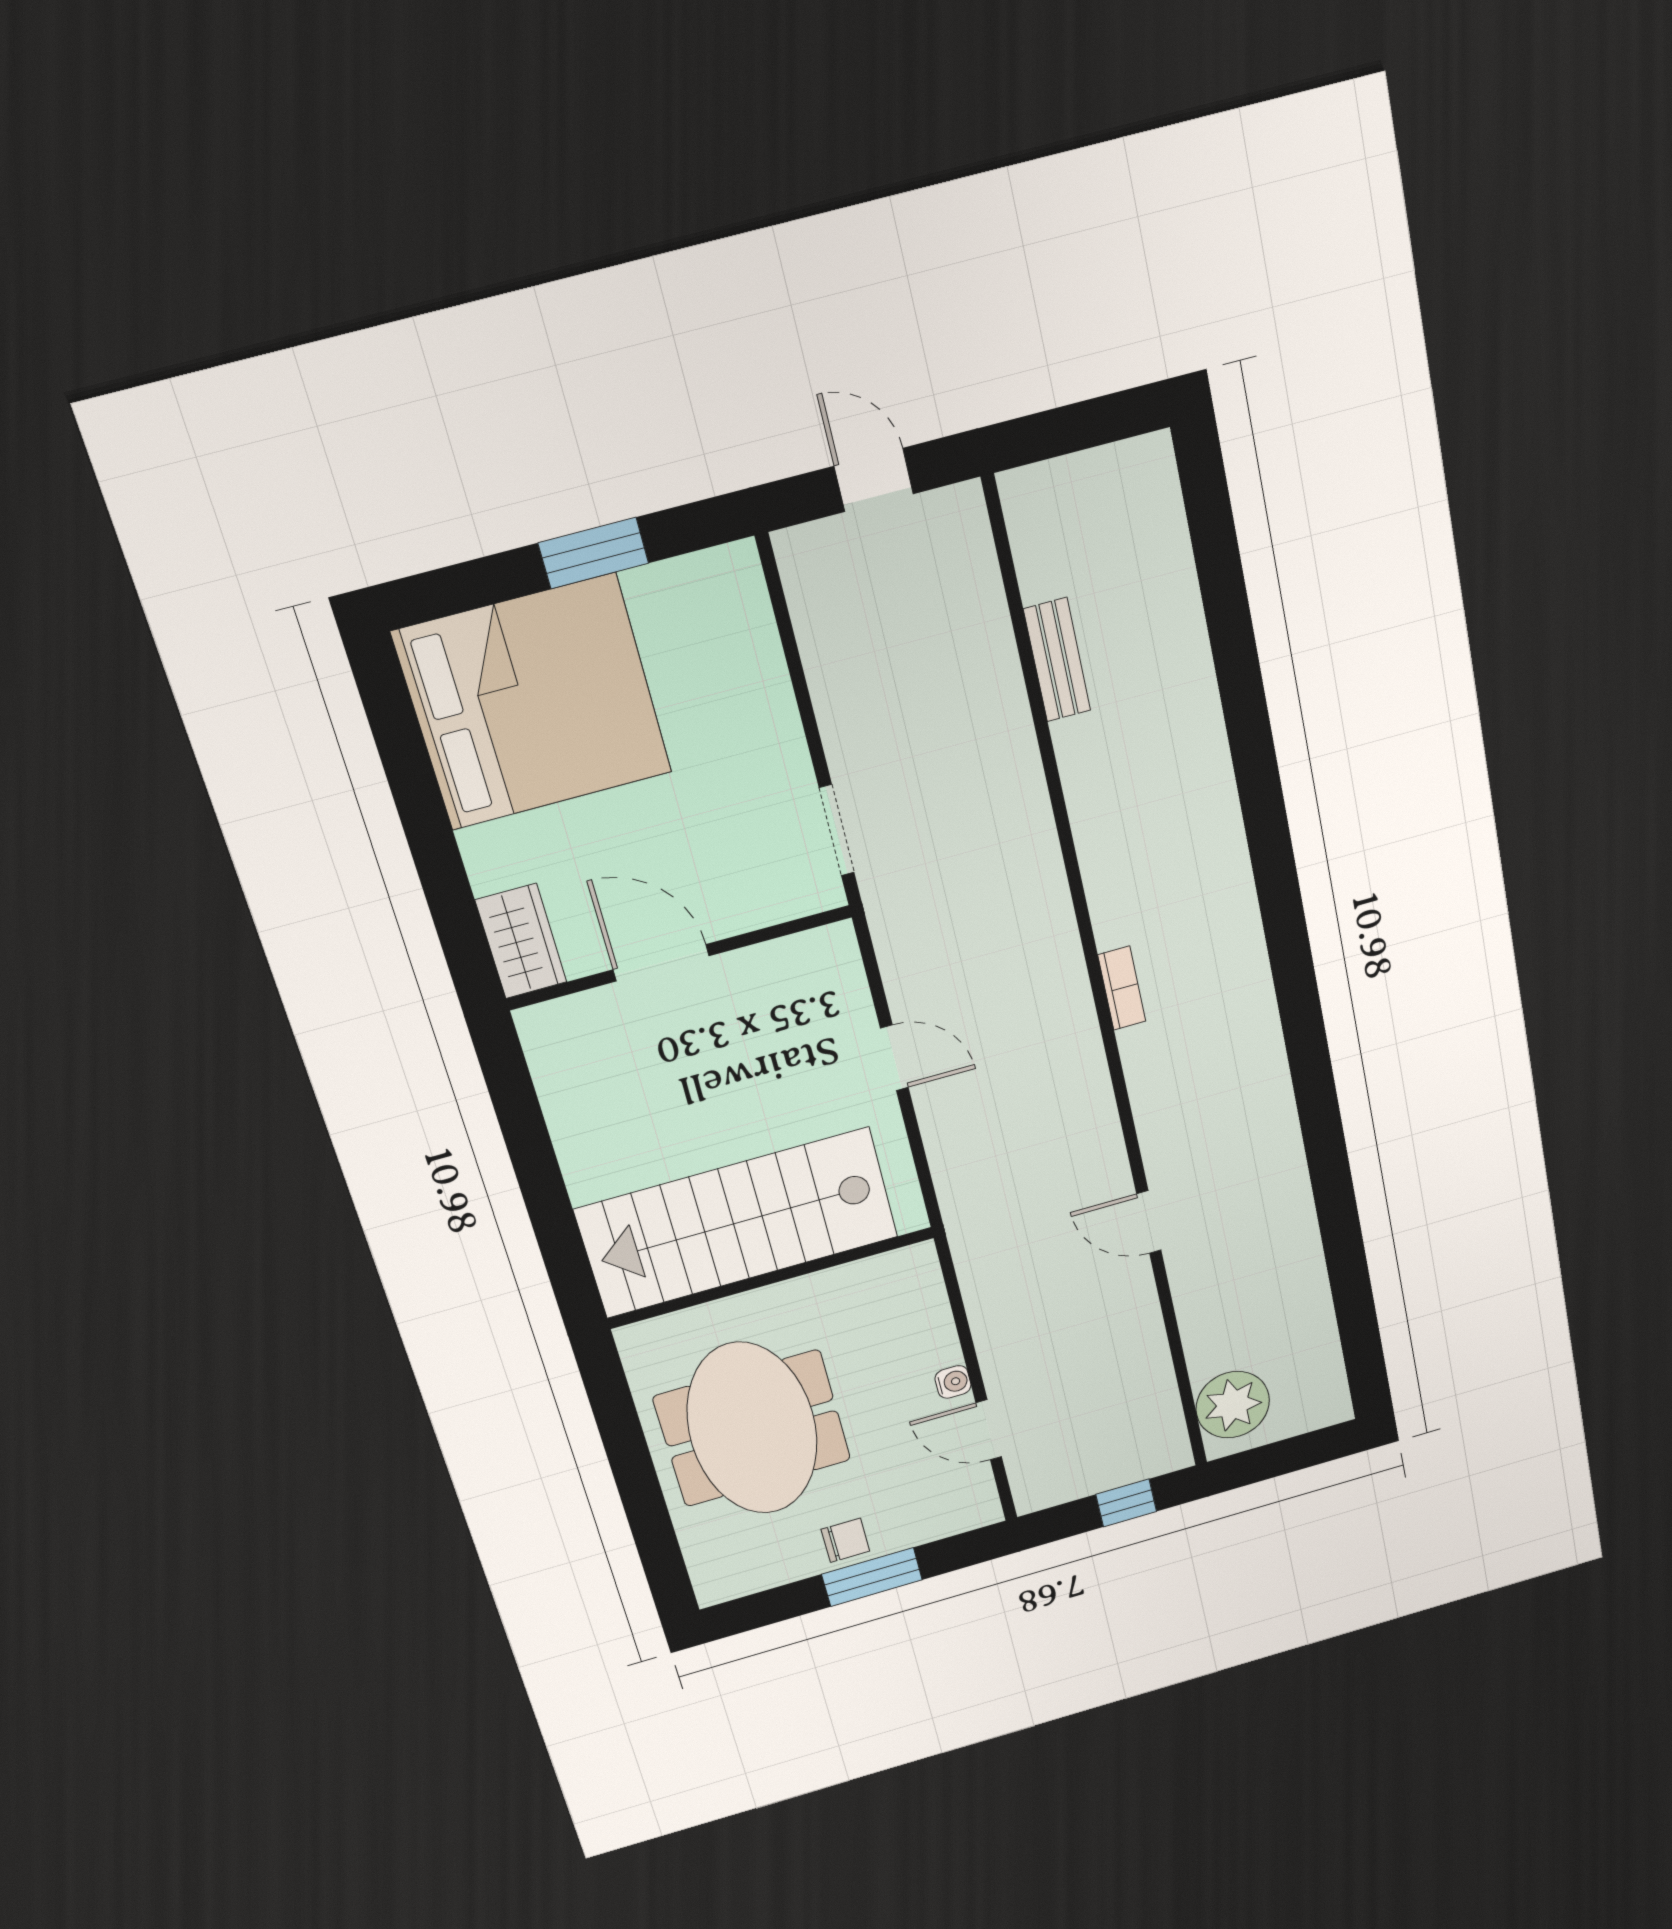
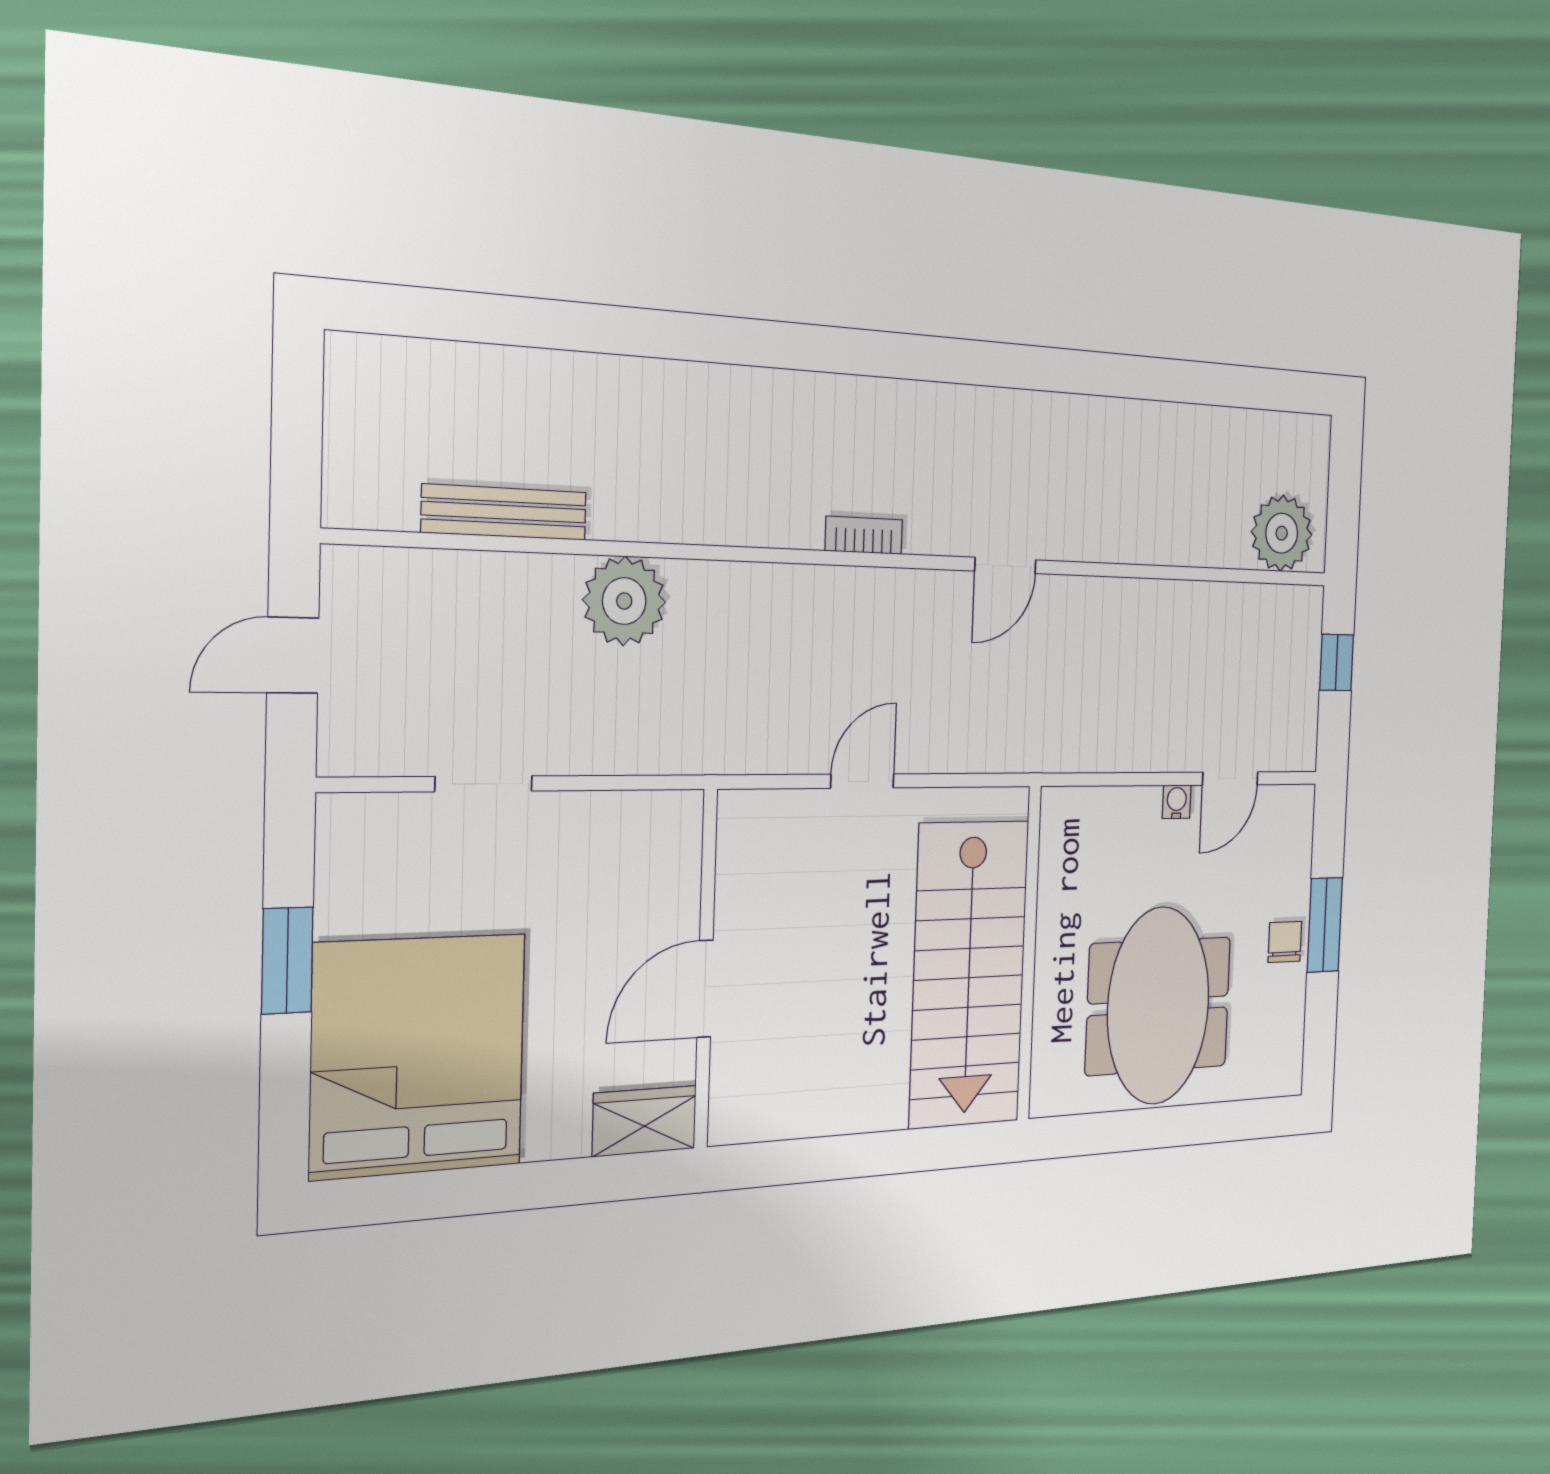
bench: (1057, 660) -> (505, 512), width x1.36
plant: (1002, 776) -> (624, 601), added
doorway: (837, 830) -> (484, 784), moved
door: (1149, 1222) -> (1005, 565), moved
meeting table: (752, 1428) -> (1158, 1006), turned 90

